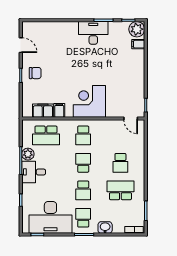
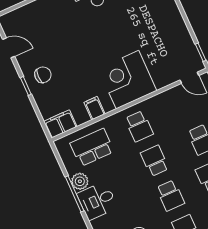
filing cabinet: (43, 111) -> (60, 124), moved
school desk: (46, 135) -> (92, 147), turned 180

